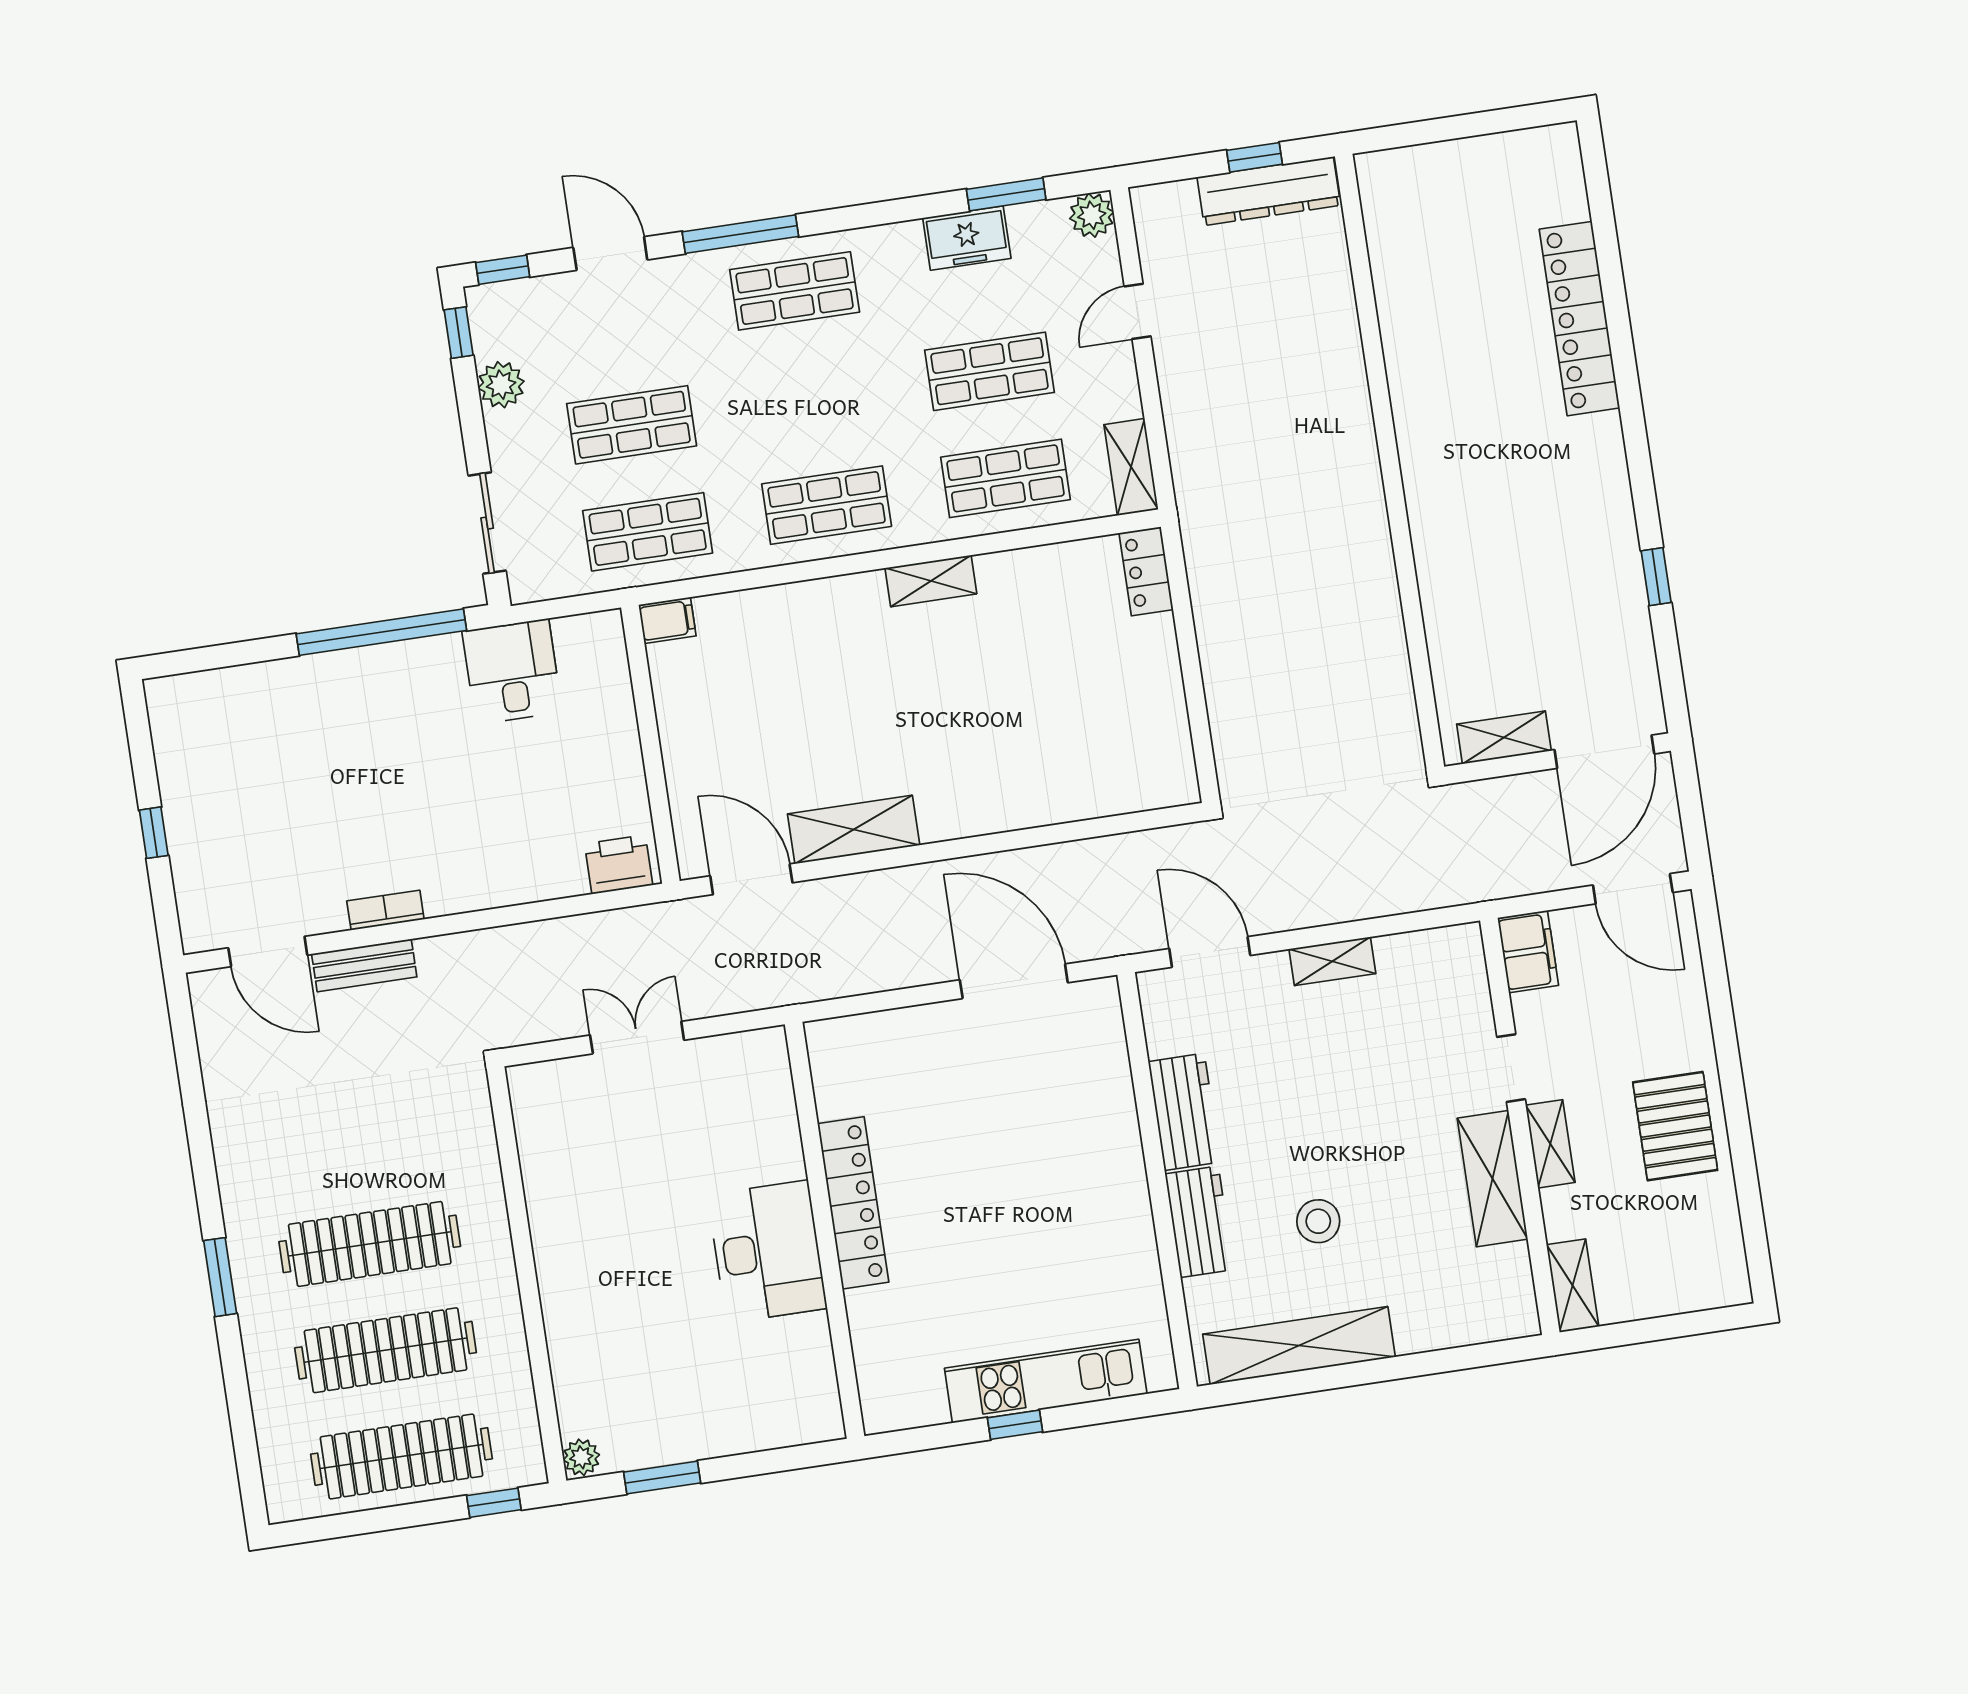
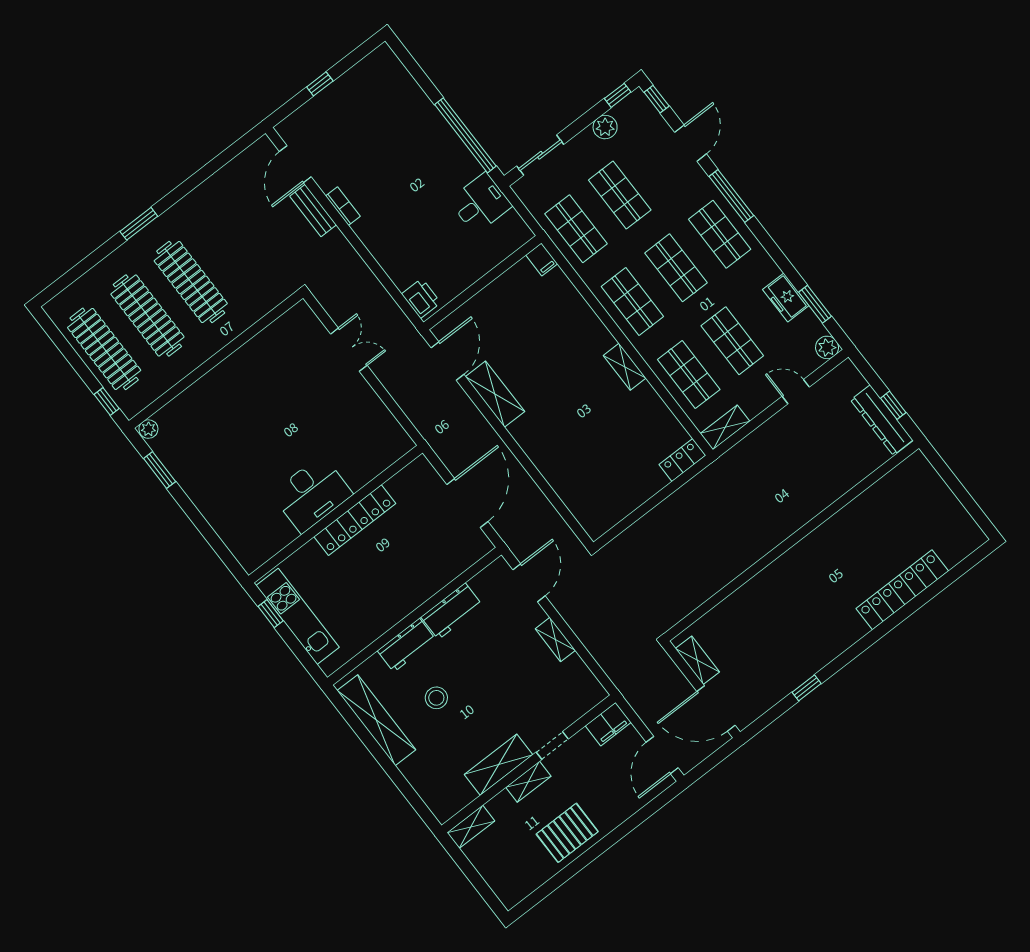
shop shelf: (811, 398) -> (676, 268), added
locker: (853, 1203) -> (355, 520), moved
wall: (825, 1230) -> (336, 514), moved
desk: (767, 1252) -> (312, 494), moved

